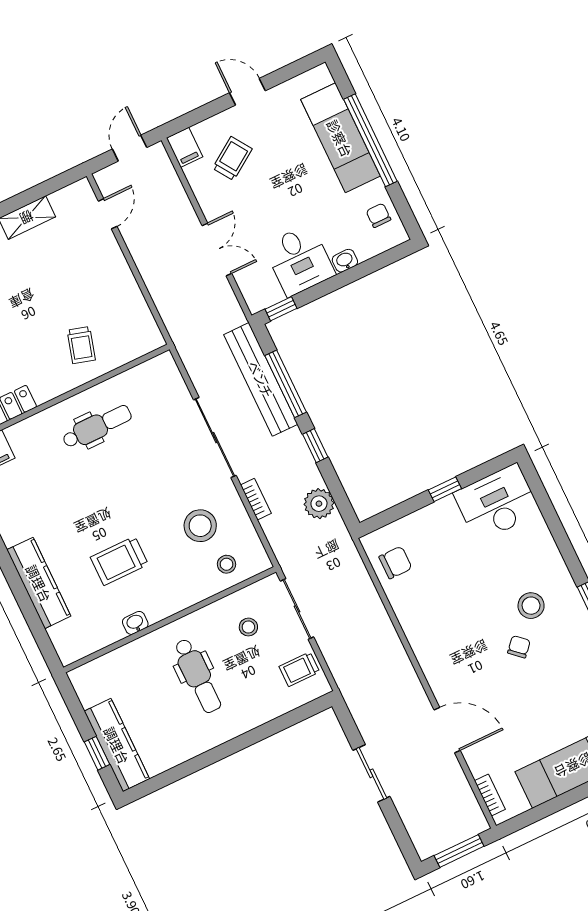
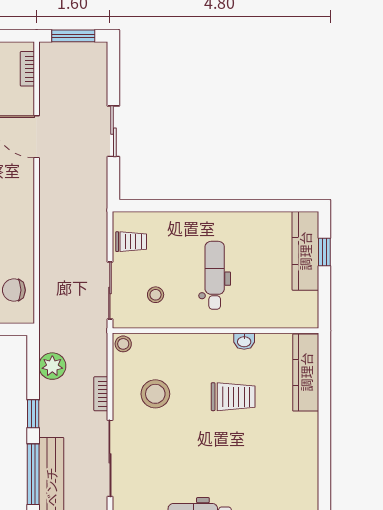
stool: (227, 564) -> (123, 344), moved
kitchen counter: (39, 583) -> (306, 372), moved

